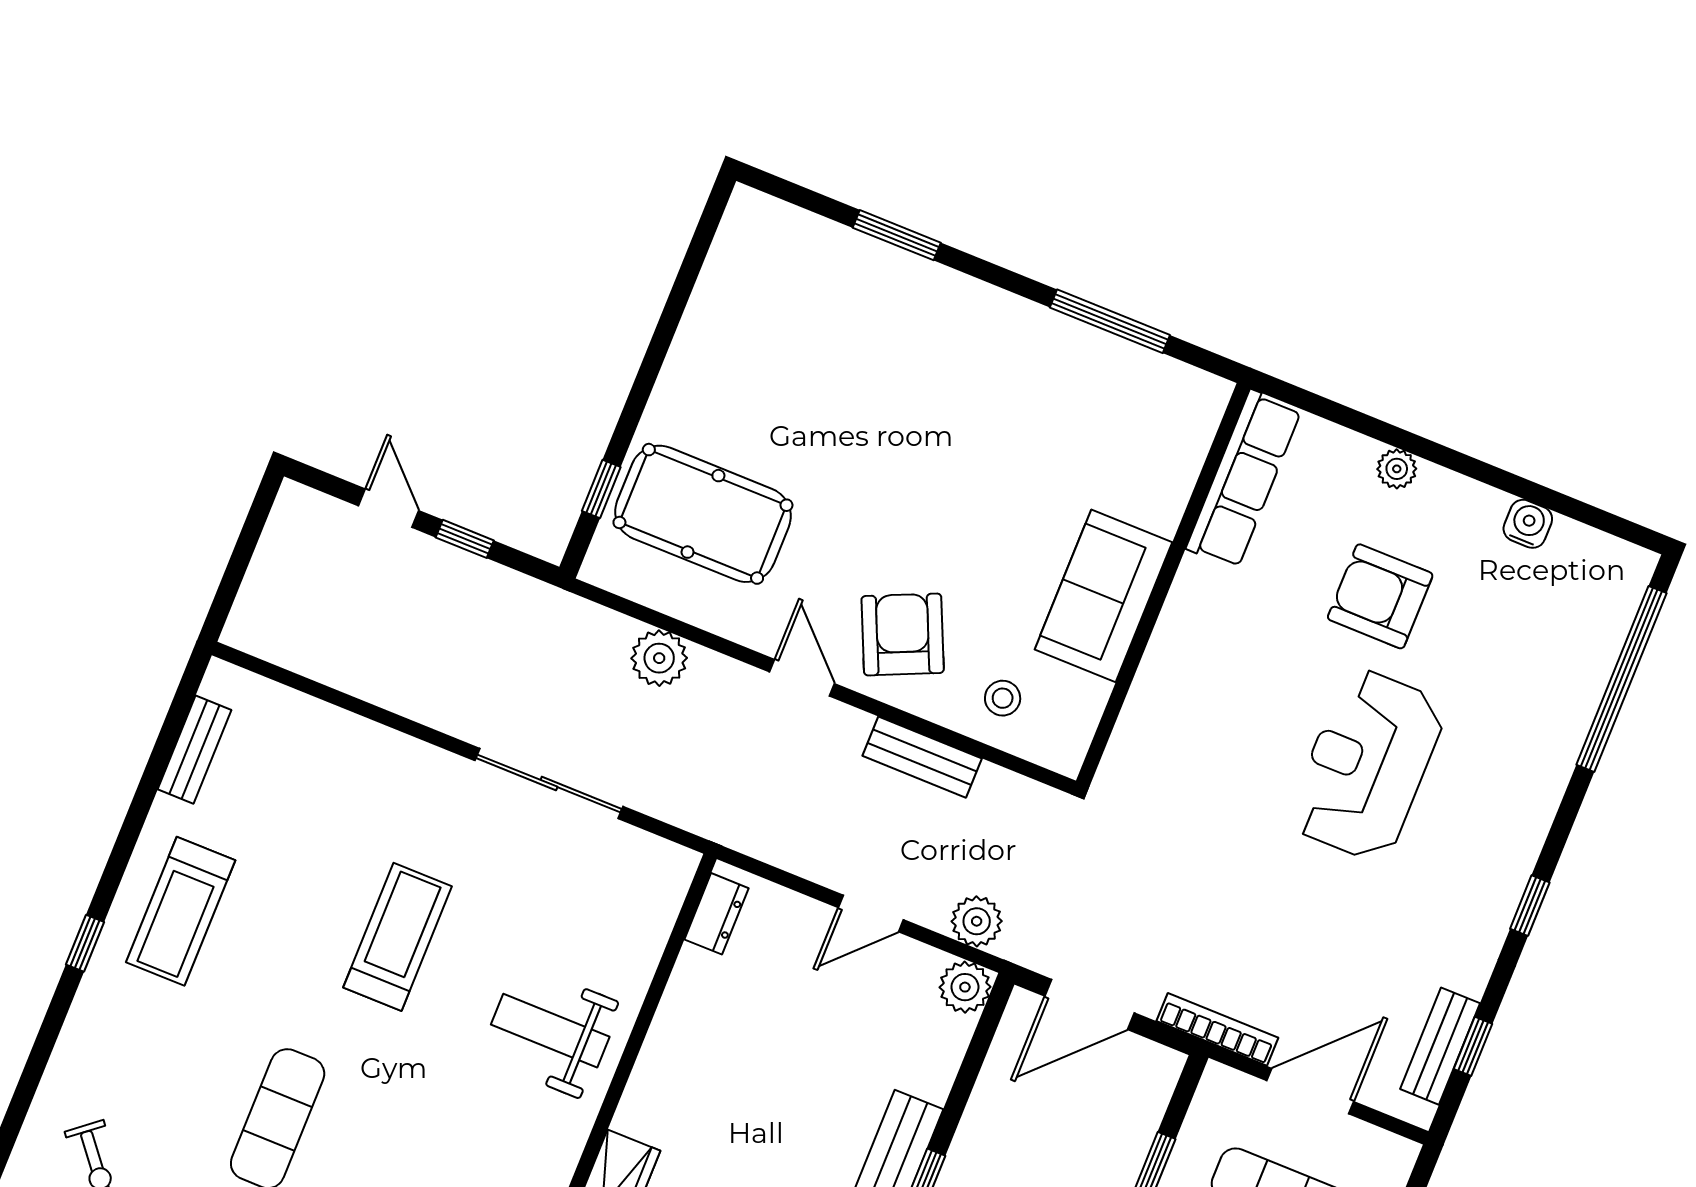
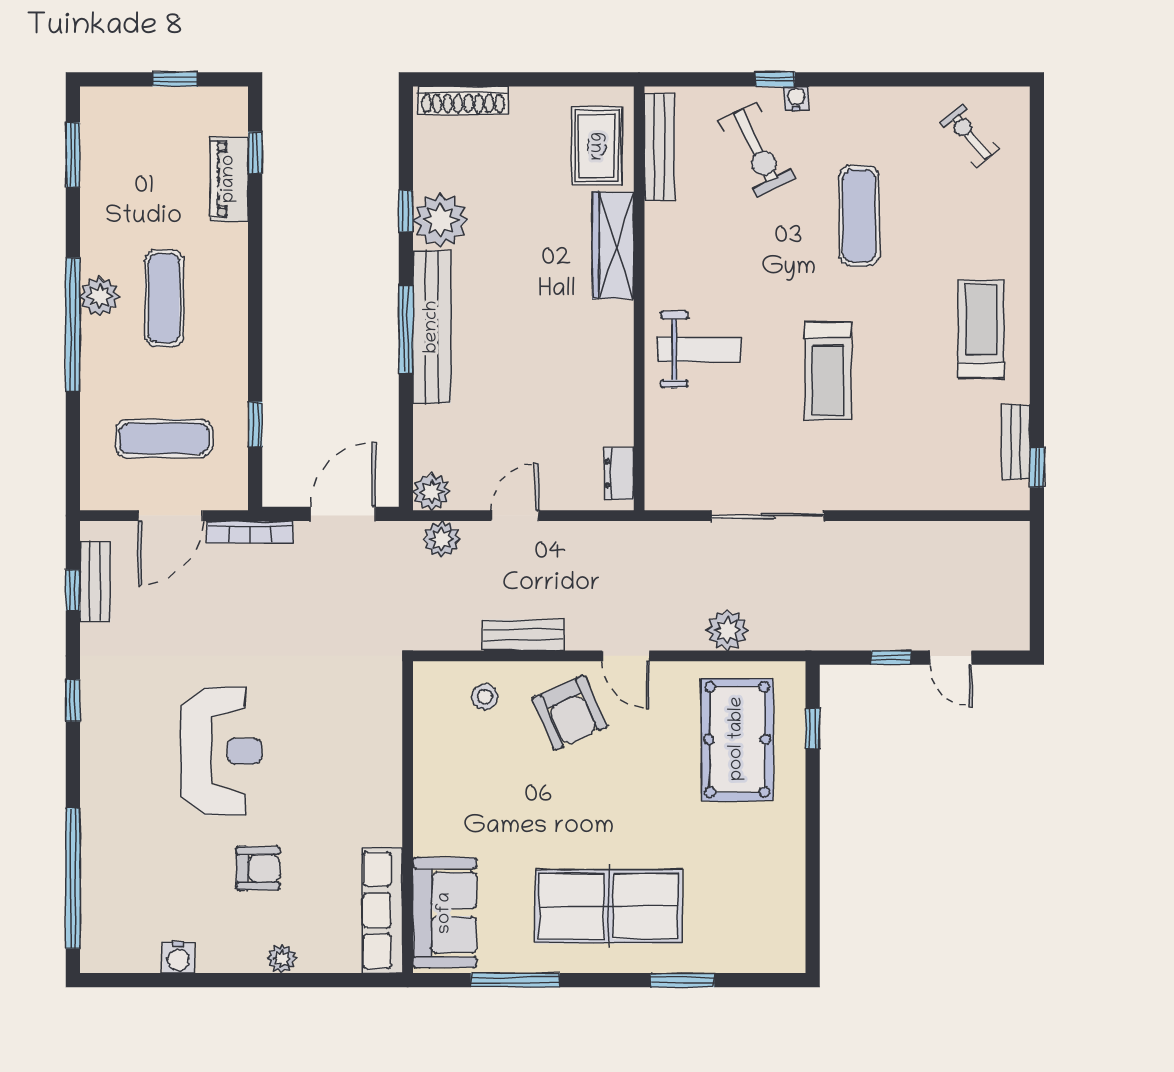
table tennis table: (953, 367) -> (609, 906), added
pool table: (703, 514) -> (737, 739), turned 90
sofa: (1104, 596) -> (445, 913), moved
armchair: (1380, 596) -> (258, 868), width x0.72, depth x0.72
window: (85, 943) -> (1037, 467), moved

